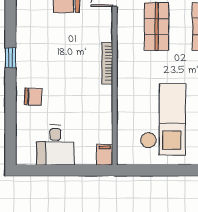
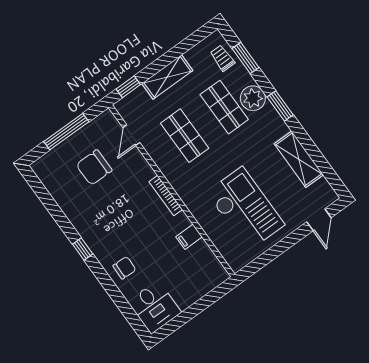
desk: (55, 145) -> (154, 307), moved
filing cabinet: (105, 155) -> (189, 237), moved, turned -90

